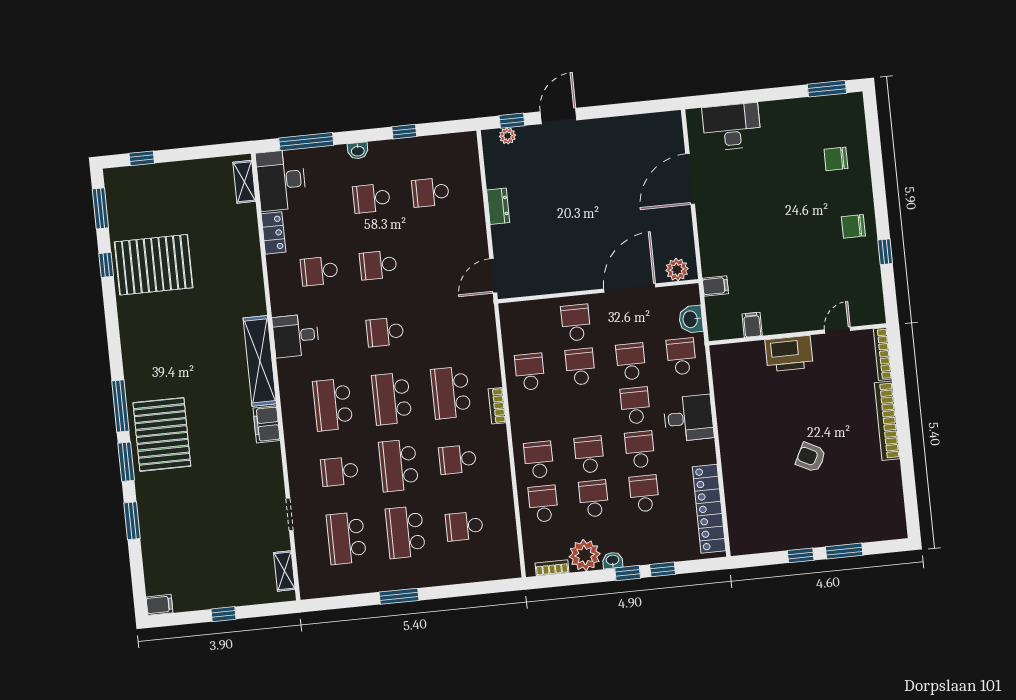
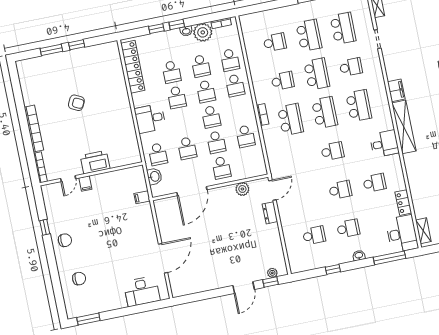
dresser: (498, 206) -> (270, 213), moved
plant: (677, 270) -> (242, 189), moved
filing cabinet: (752, 325) -> (85, 183), moved
school desk: (635, 406) -> (211, 117), moved

